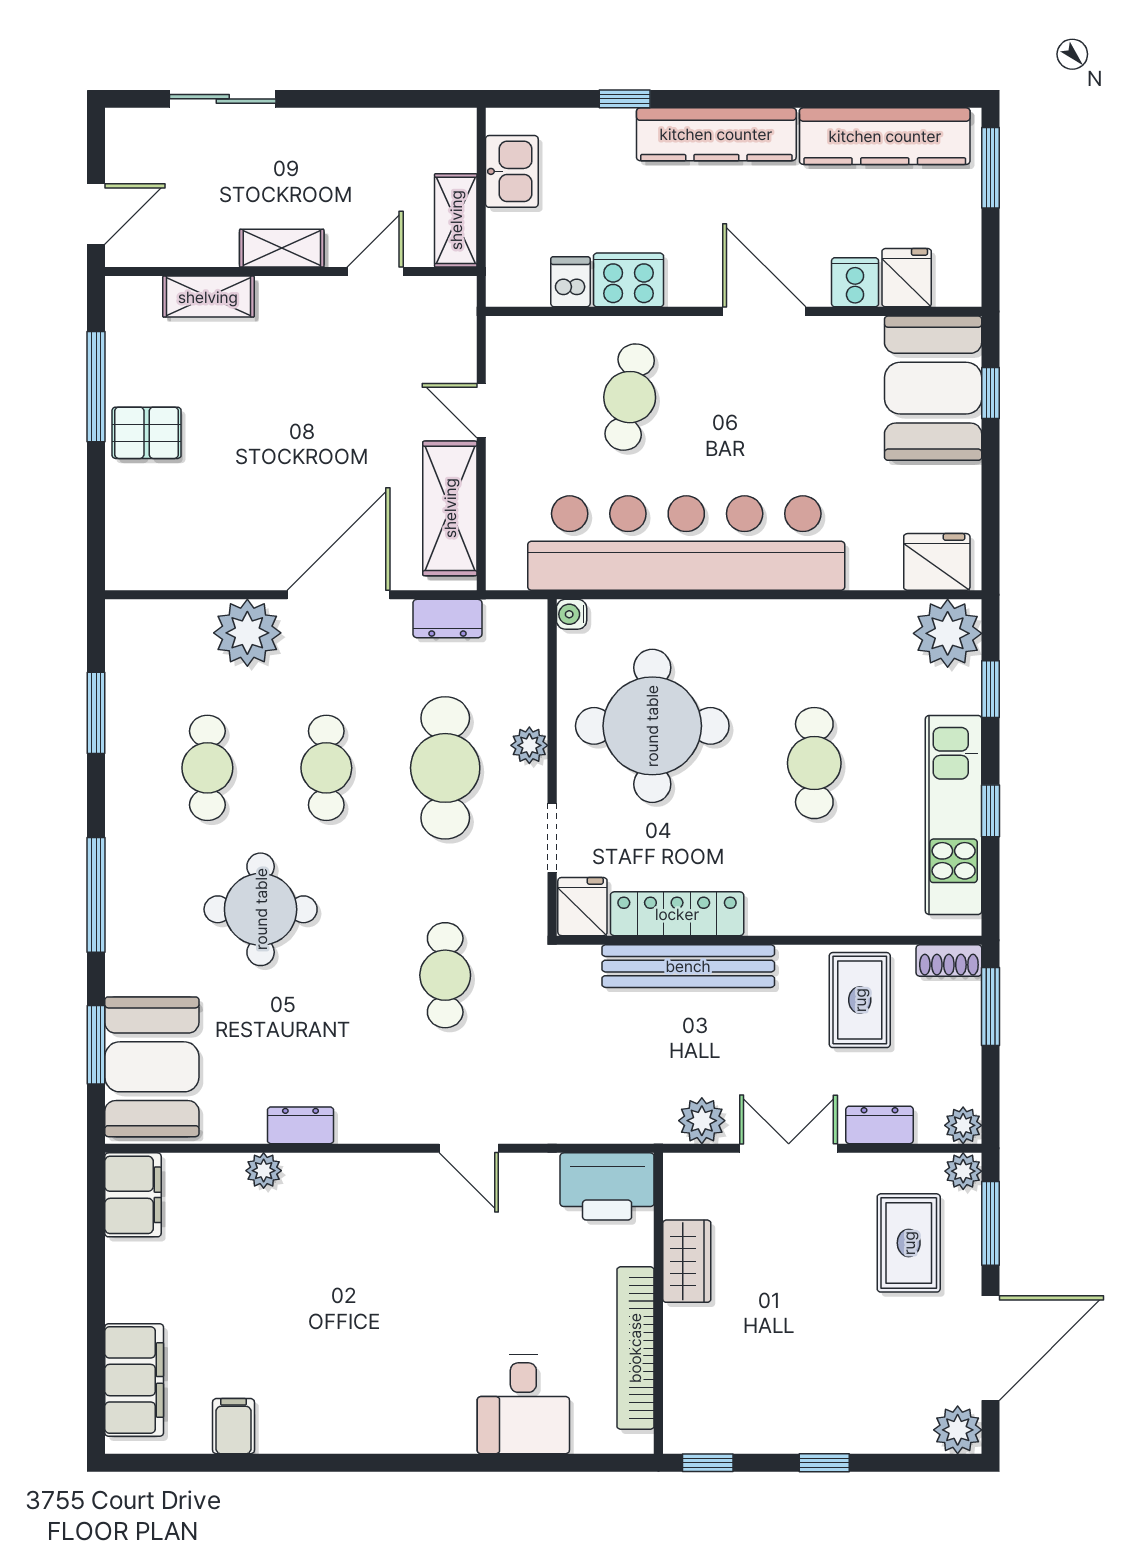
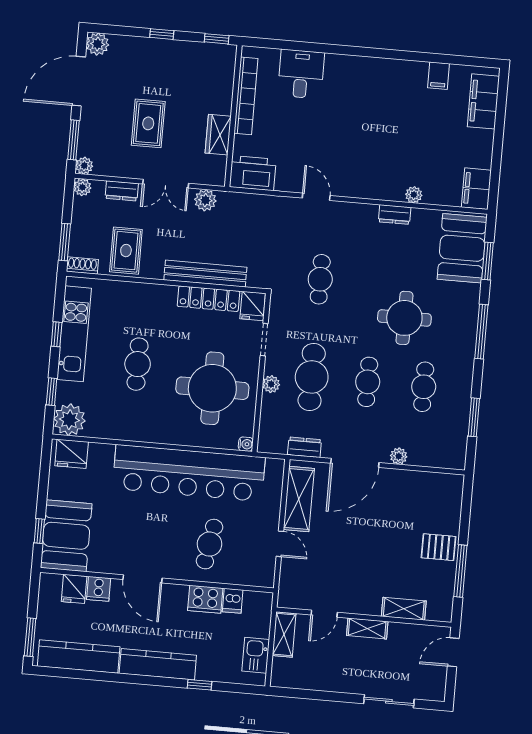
plant: (247, 633) -> (399, 456), width x0.53, depth x0.53
rug: (909, 1243) -> (148, 123), moved

